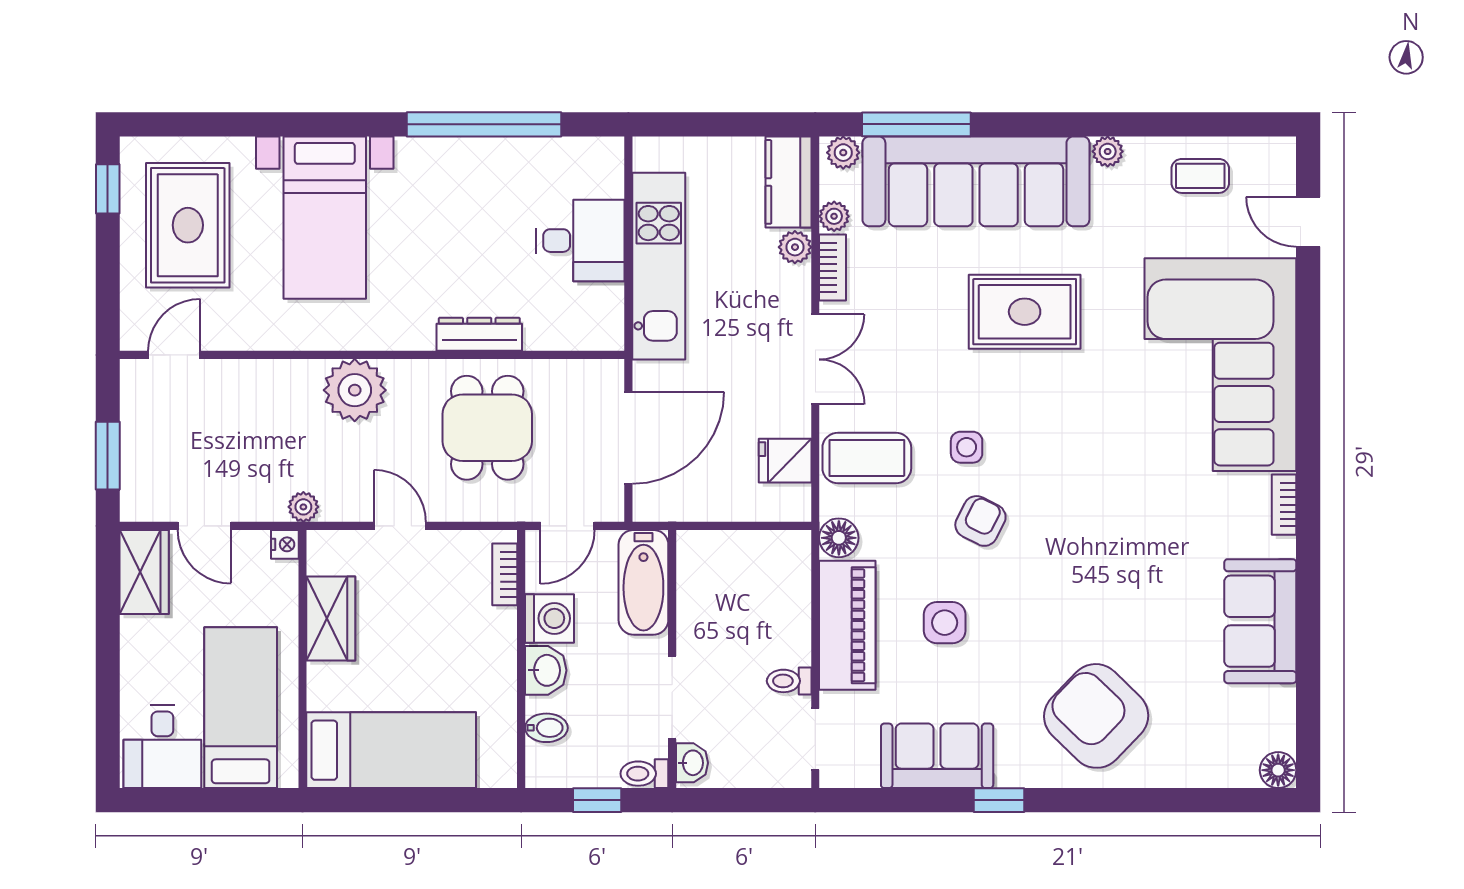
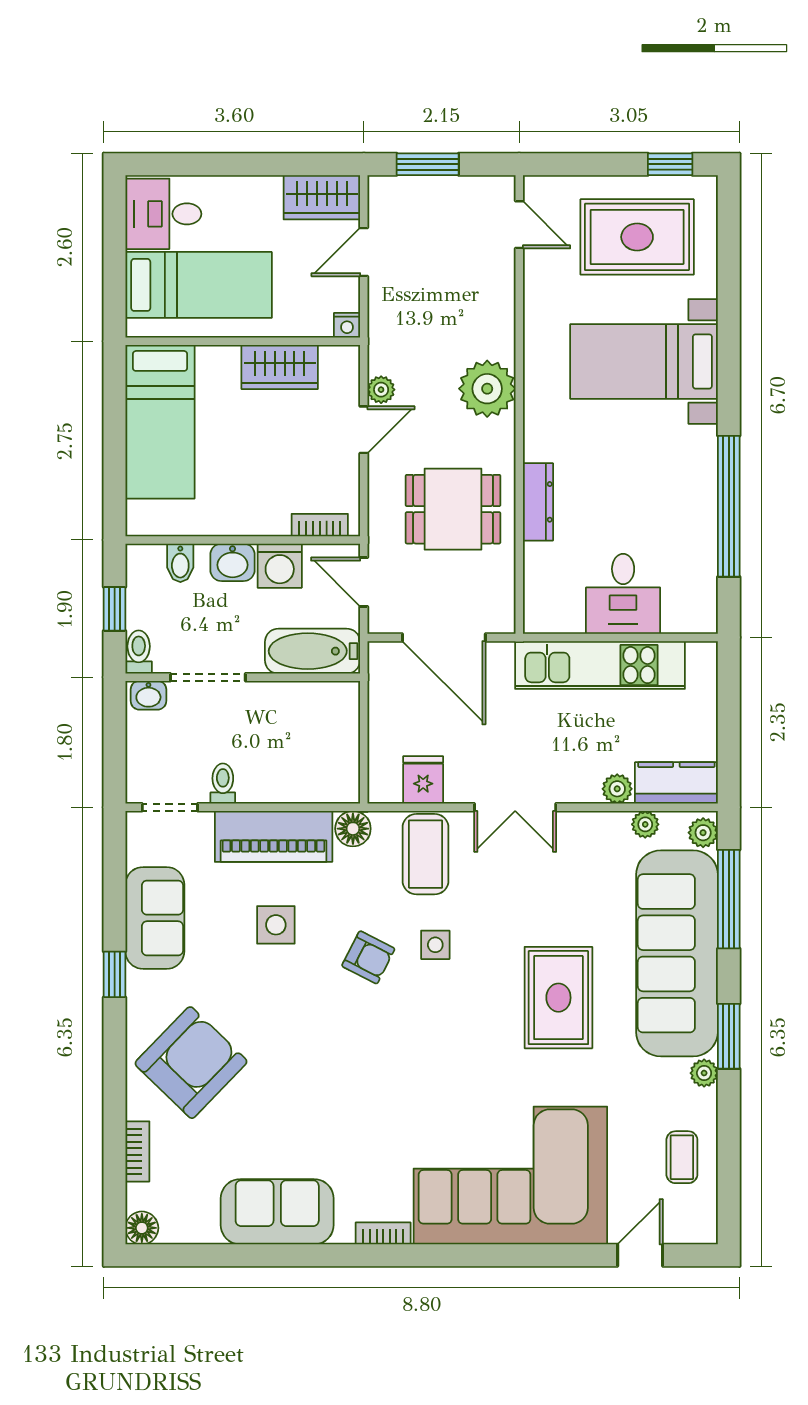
window: (1067, 124) -> (729, 1036), added
bookcase: (833, 267) -> (137, 1151), moved, turned -90
plant: (303, 507) -> (381, 390), moved

